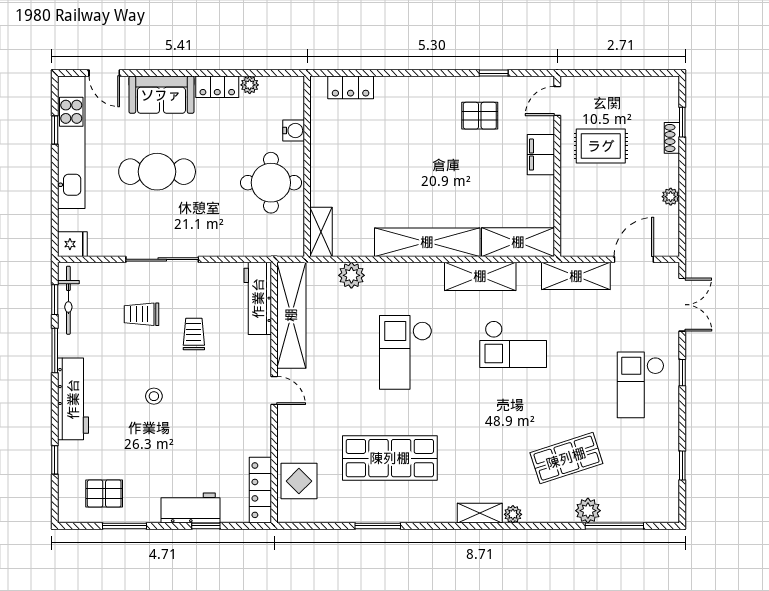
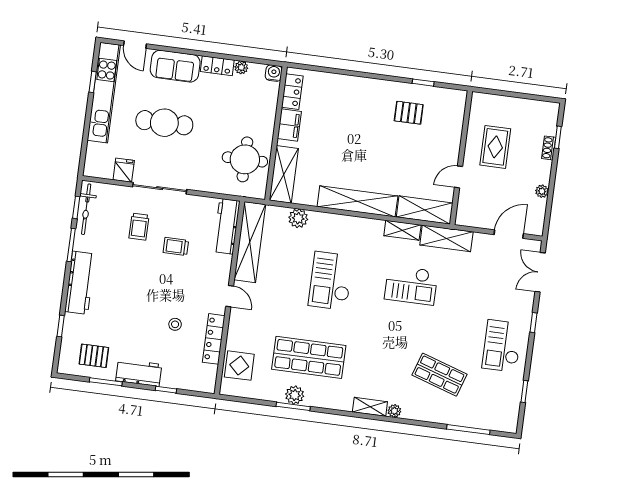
locker: (351, 87) -> (292, 92), moved, turned -90
door: (557, 101) -> (458, 177), moved
water cooler: (294, 131) -> (274, 73), moved, turned -90
rug: (601, 146) -> (495, 147), turned 90
filing cabinet: (541, 155) -> (289, 125), moved, turned 180
round table: (271, 183) -> (245, 159), moved
shelving: (321, 232) -> (284, 174), width x1.50, depth x1.33
fridge: (72, 244) -> (124, 170), moved, turned -90
shelving: (480, 276) -> (402, 230), width x0.67, depth x0.75
shelving: (576, 276) -> (446, 238), moved
double door: (682, 305) -> (540, 272), swing flipped
trolley: (141, 314) -> (139, 227), turned -90
trolley: (194, 334) -> (176, 246), turned -90
checkout: (641, 385) -> (502, 346), moved
stool: (154, 396) -> (175, 324), moved
shop shelf: (566, 458) -> (439, 375), turned 36
locker: (260, 490) -> (214, 339), moved
workbench: (191, 508) -> (139, 373), moved
plant: (588, 511) -> (295, 395), moved

